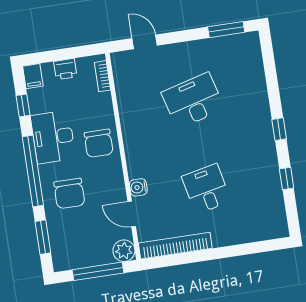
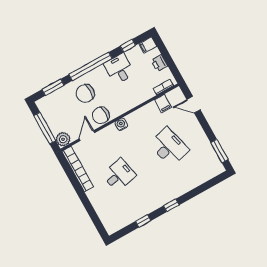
door: (145, 42) -> (194, 105), swing flipped
filing cabinet: (126, 86) -> (163, 104), added
desk: (53, 137) -> (119, 69), width x0.73
chair: (99, 143) -> (101, 115), moved
water cooler: (138, 187) -> (121, 124), moved

